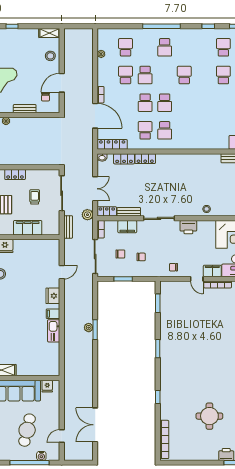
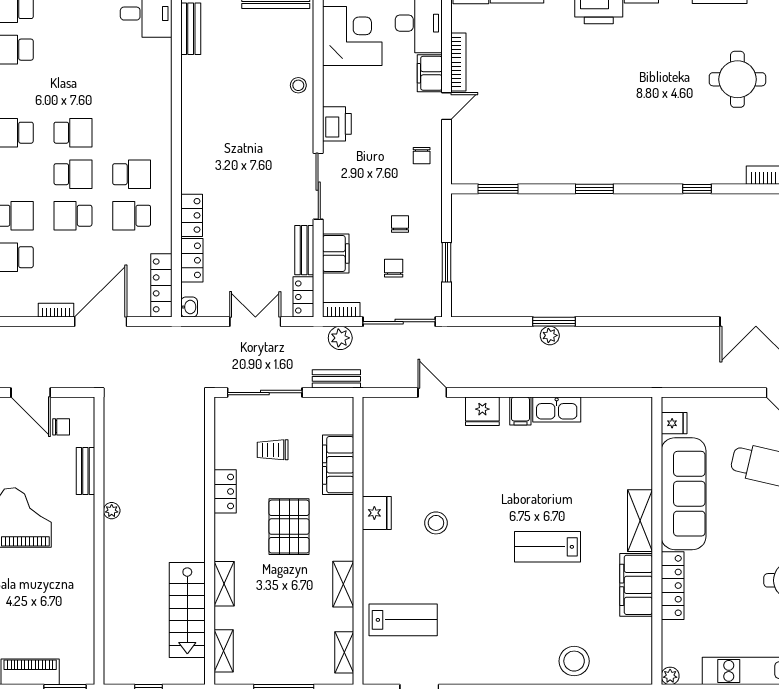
school desk: (145, 103) -> (73, 216), turned 180
school desk: (184, 103) -> (73, 133), added
plant: (87, 215) -> (340, 338), moved

